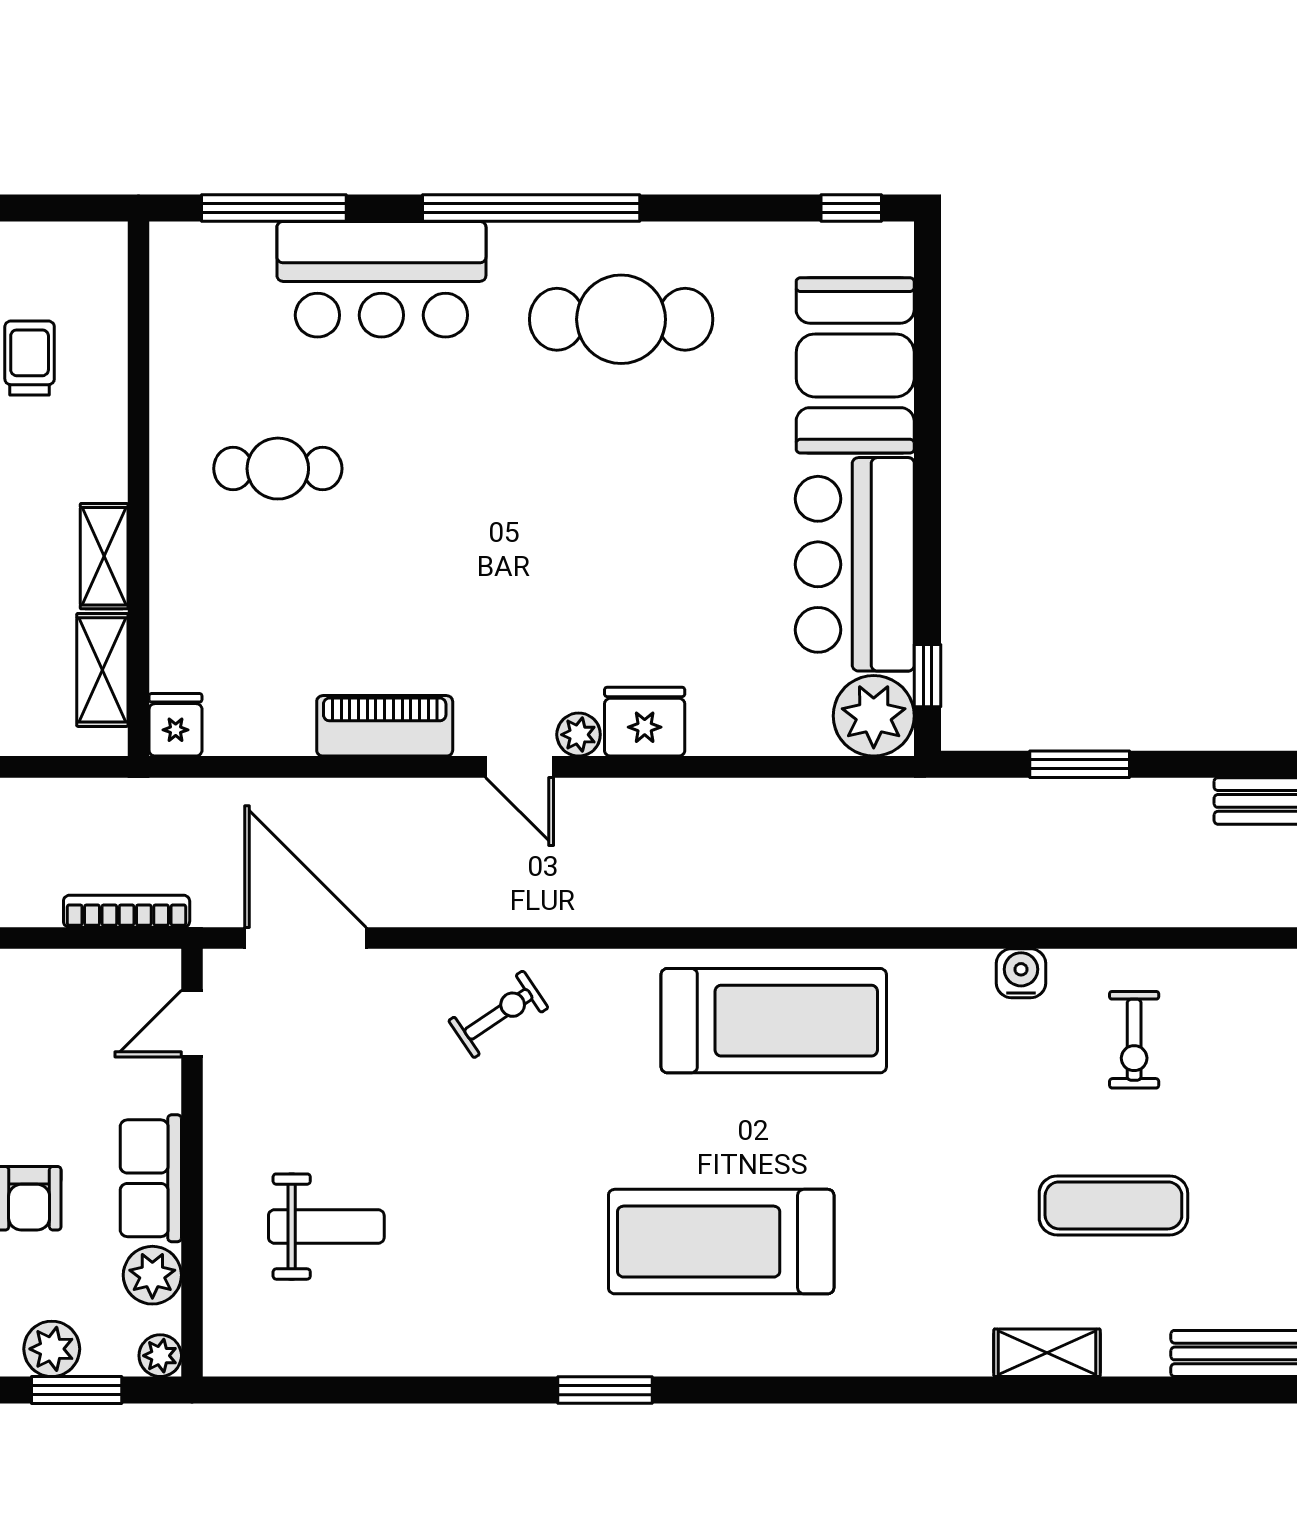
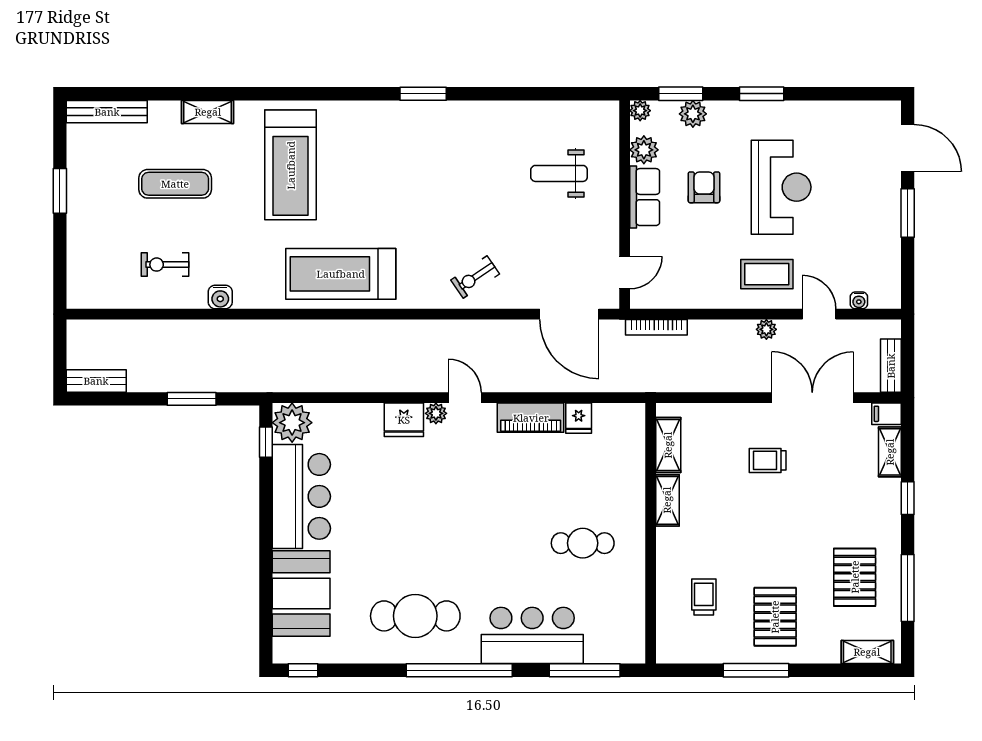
trolley: (30, 358) -> (704, 597), turned 180
fridge: (176, 725) -> (579, 418), moved
exercise bike: (1134, 1040) -> (165, 265), turned -90
treadmill: (721, 1242) -> (291, 165), moved, turned 90

